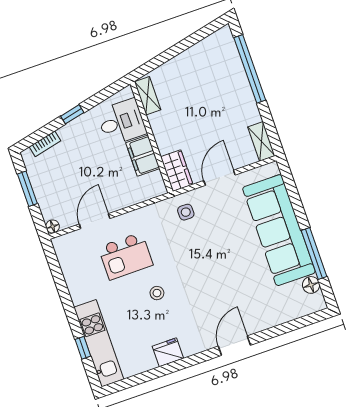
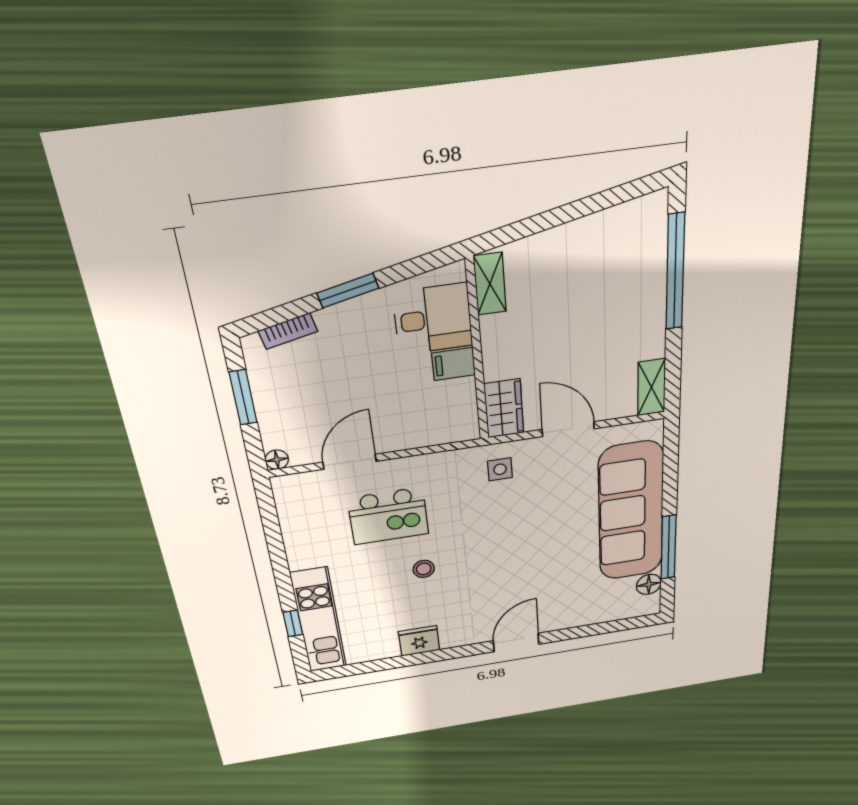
window: (72, 114) -> (348, 291), width x1.50
filing cabinet: (143, 156) -> (453, 364), width x0.50
door: (219, 178) -> (568, 429), hinge flipped

